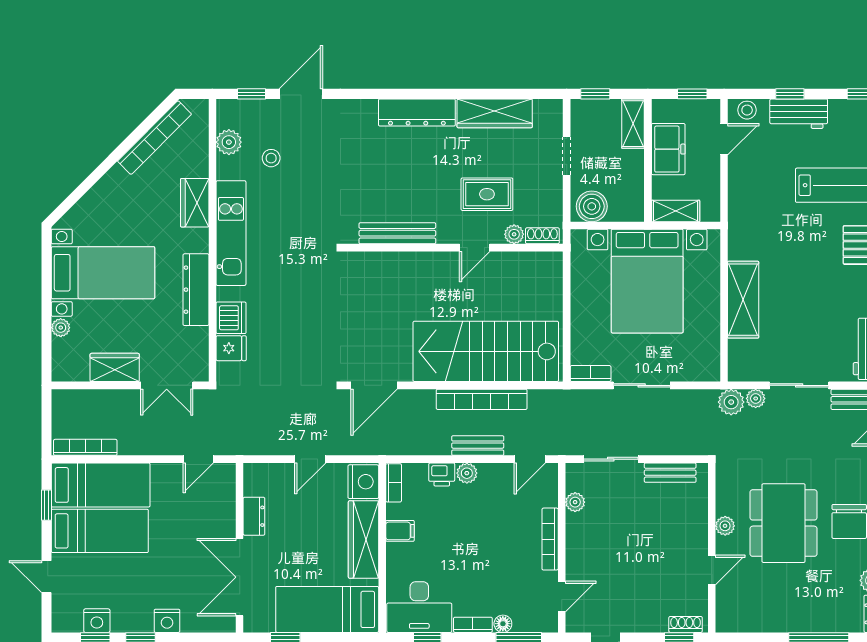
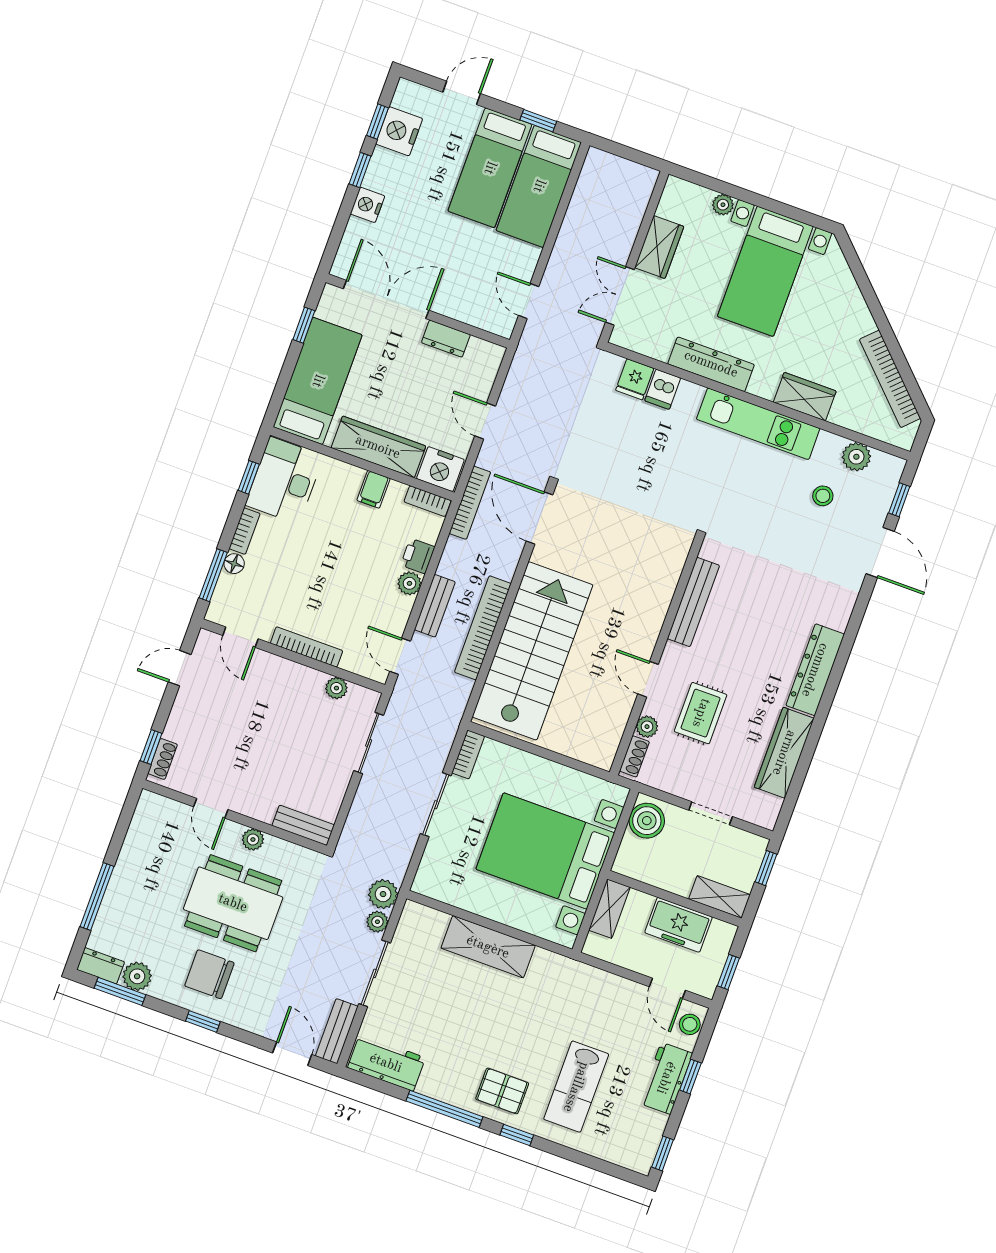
dishwasher: (231, 318) -> (663, 389), width x0.73
bookcase: (85, 447) -> (470, 503), moved
bench: (670, 473) -> (303, 825), moved, turned 90
nightstand: (97, 621) -> (399, 131), width x1.36, depth x1.33

